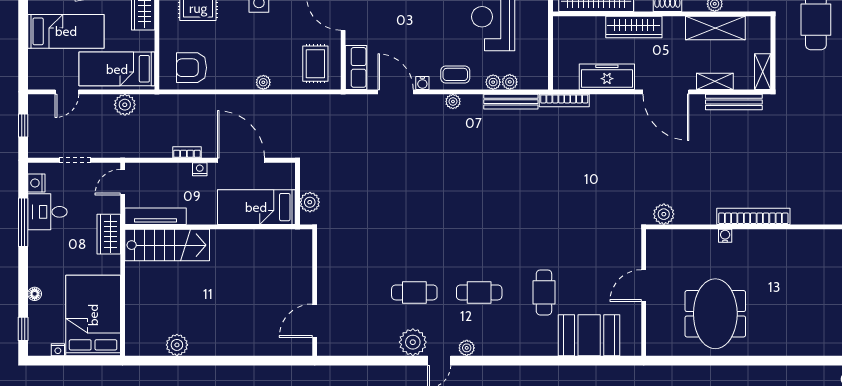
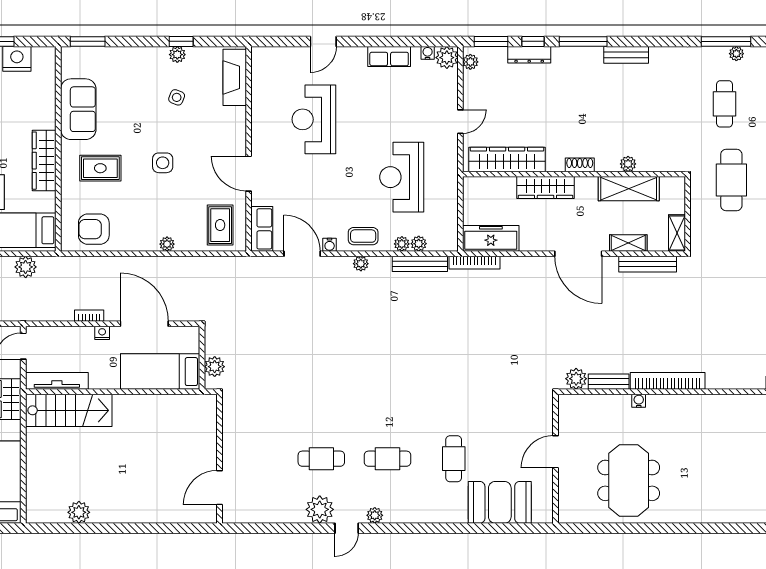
freezer: (607, 77) -> (491, 238), moved
bench: (696, 217) -> (609, 382), added

